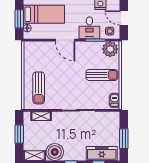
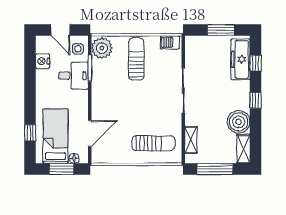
door: (124, 18) -> (60, 30), hinge flipped
door: (65, 40) -> (90, 133), moved
window: (19, 134) -> (215, 169), width x1.44

